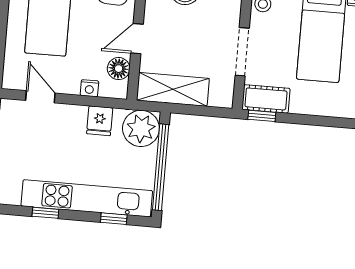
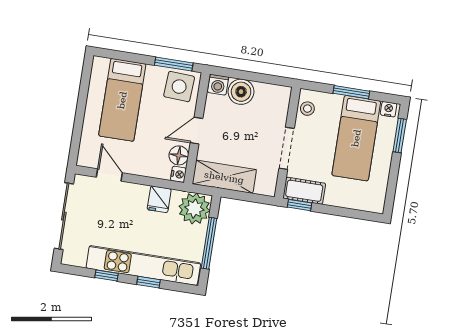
nightstand: (89, 88) -> (178, 174), moved, turned -90
window: (161, 167) -> (209, 243), width x0.68
window: (114, 219) -> (148, 282), moved

